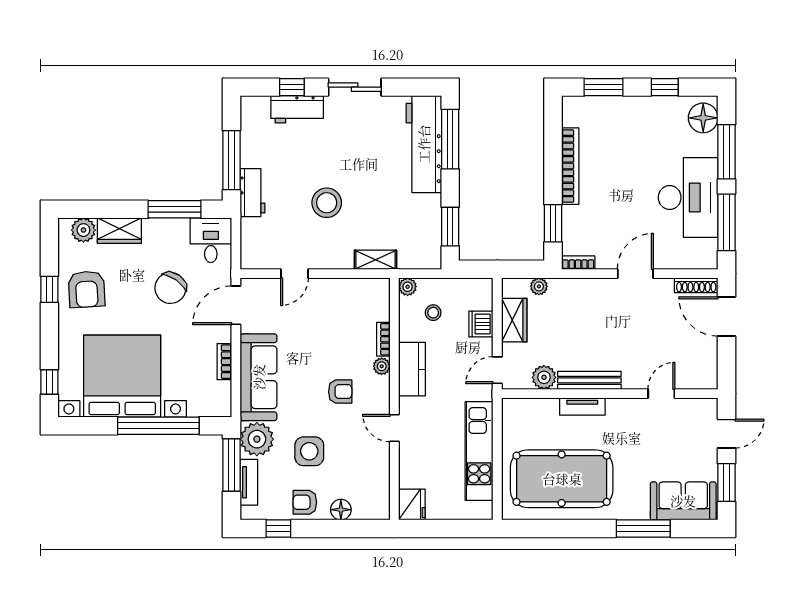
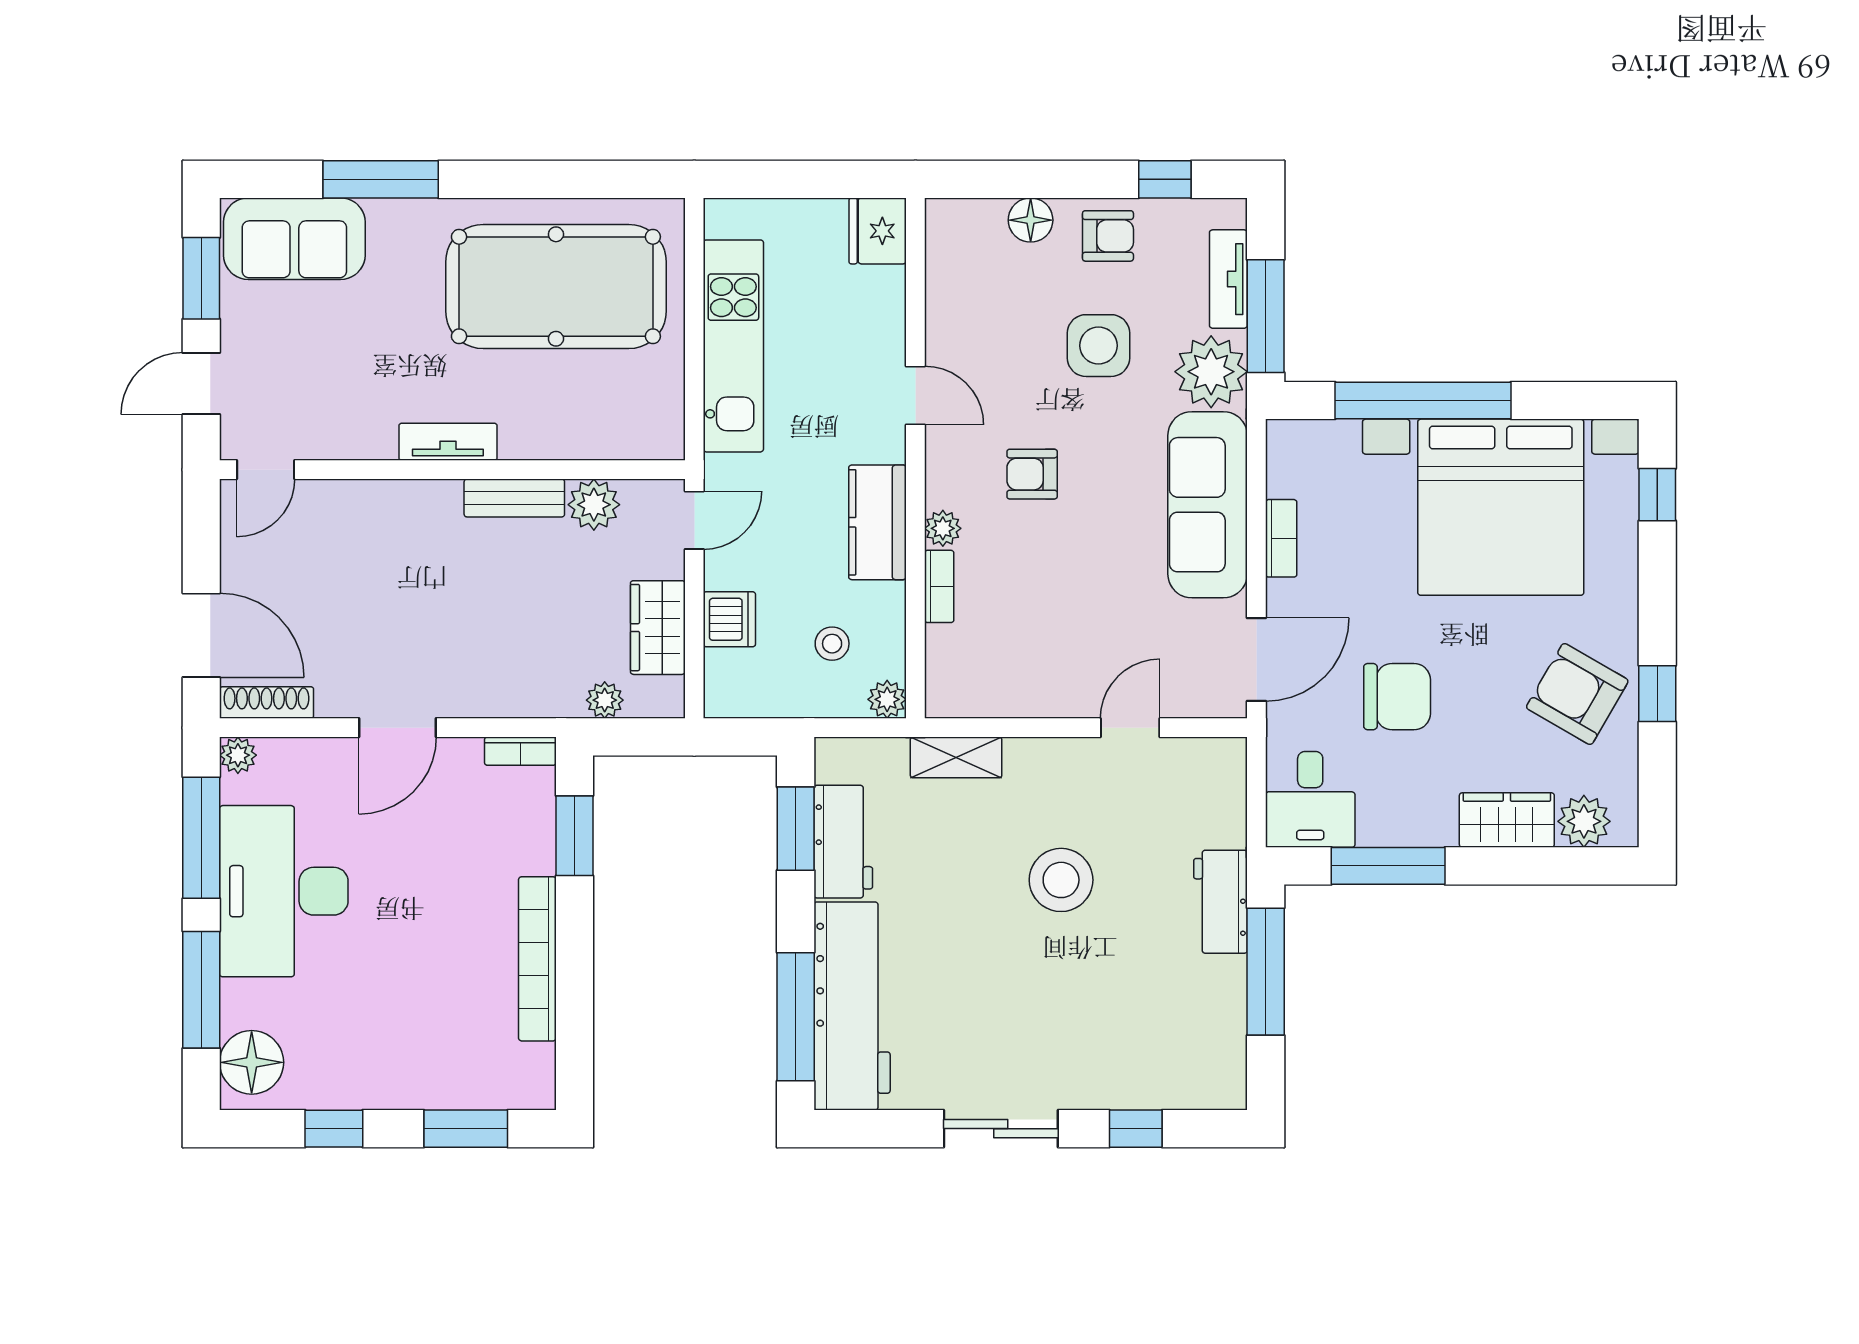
workbench: (297, 109) -> (843, 842), moved, turned 90
plant: (709, 261) -> (238, 755), added
chair: (170, 288) -> (1397, 697), turned 55
armchair: (87, 289) -> (1577, 694), turned -57
bench: (589, 380) -> (514, 498), width x0.73
door: (661, 394) -> (266, 470), moved
tv unit: (582, 407) -> (448, 442), moved

